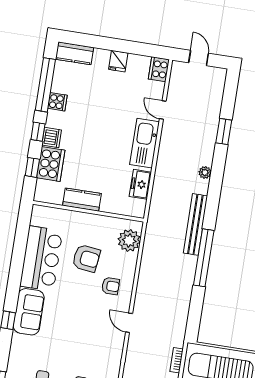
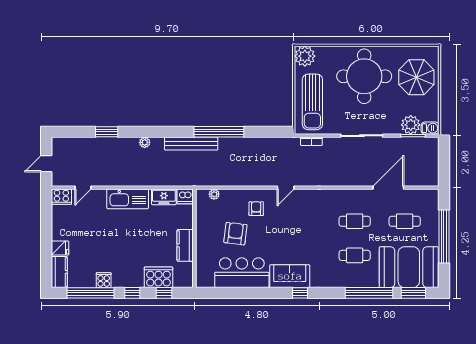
fridge: (118, 61) -> (60, 248), moved
door: (163, 110) -> (83, 188), moved
dishwasher: (52, 138) -> (185, 196), moved, turned 180
plant: (129, 240) -> (214, 194), width x0.53, depth x0.53

